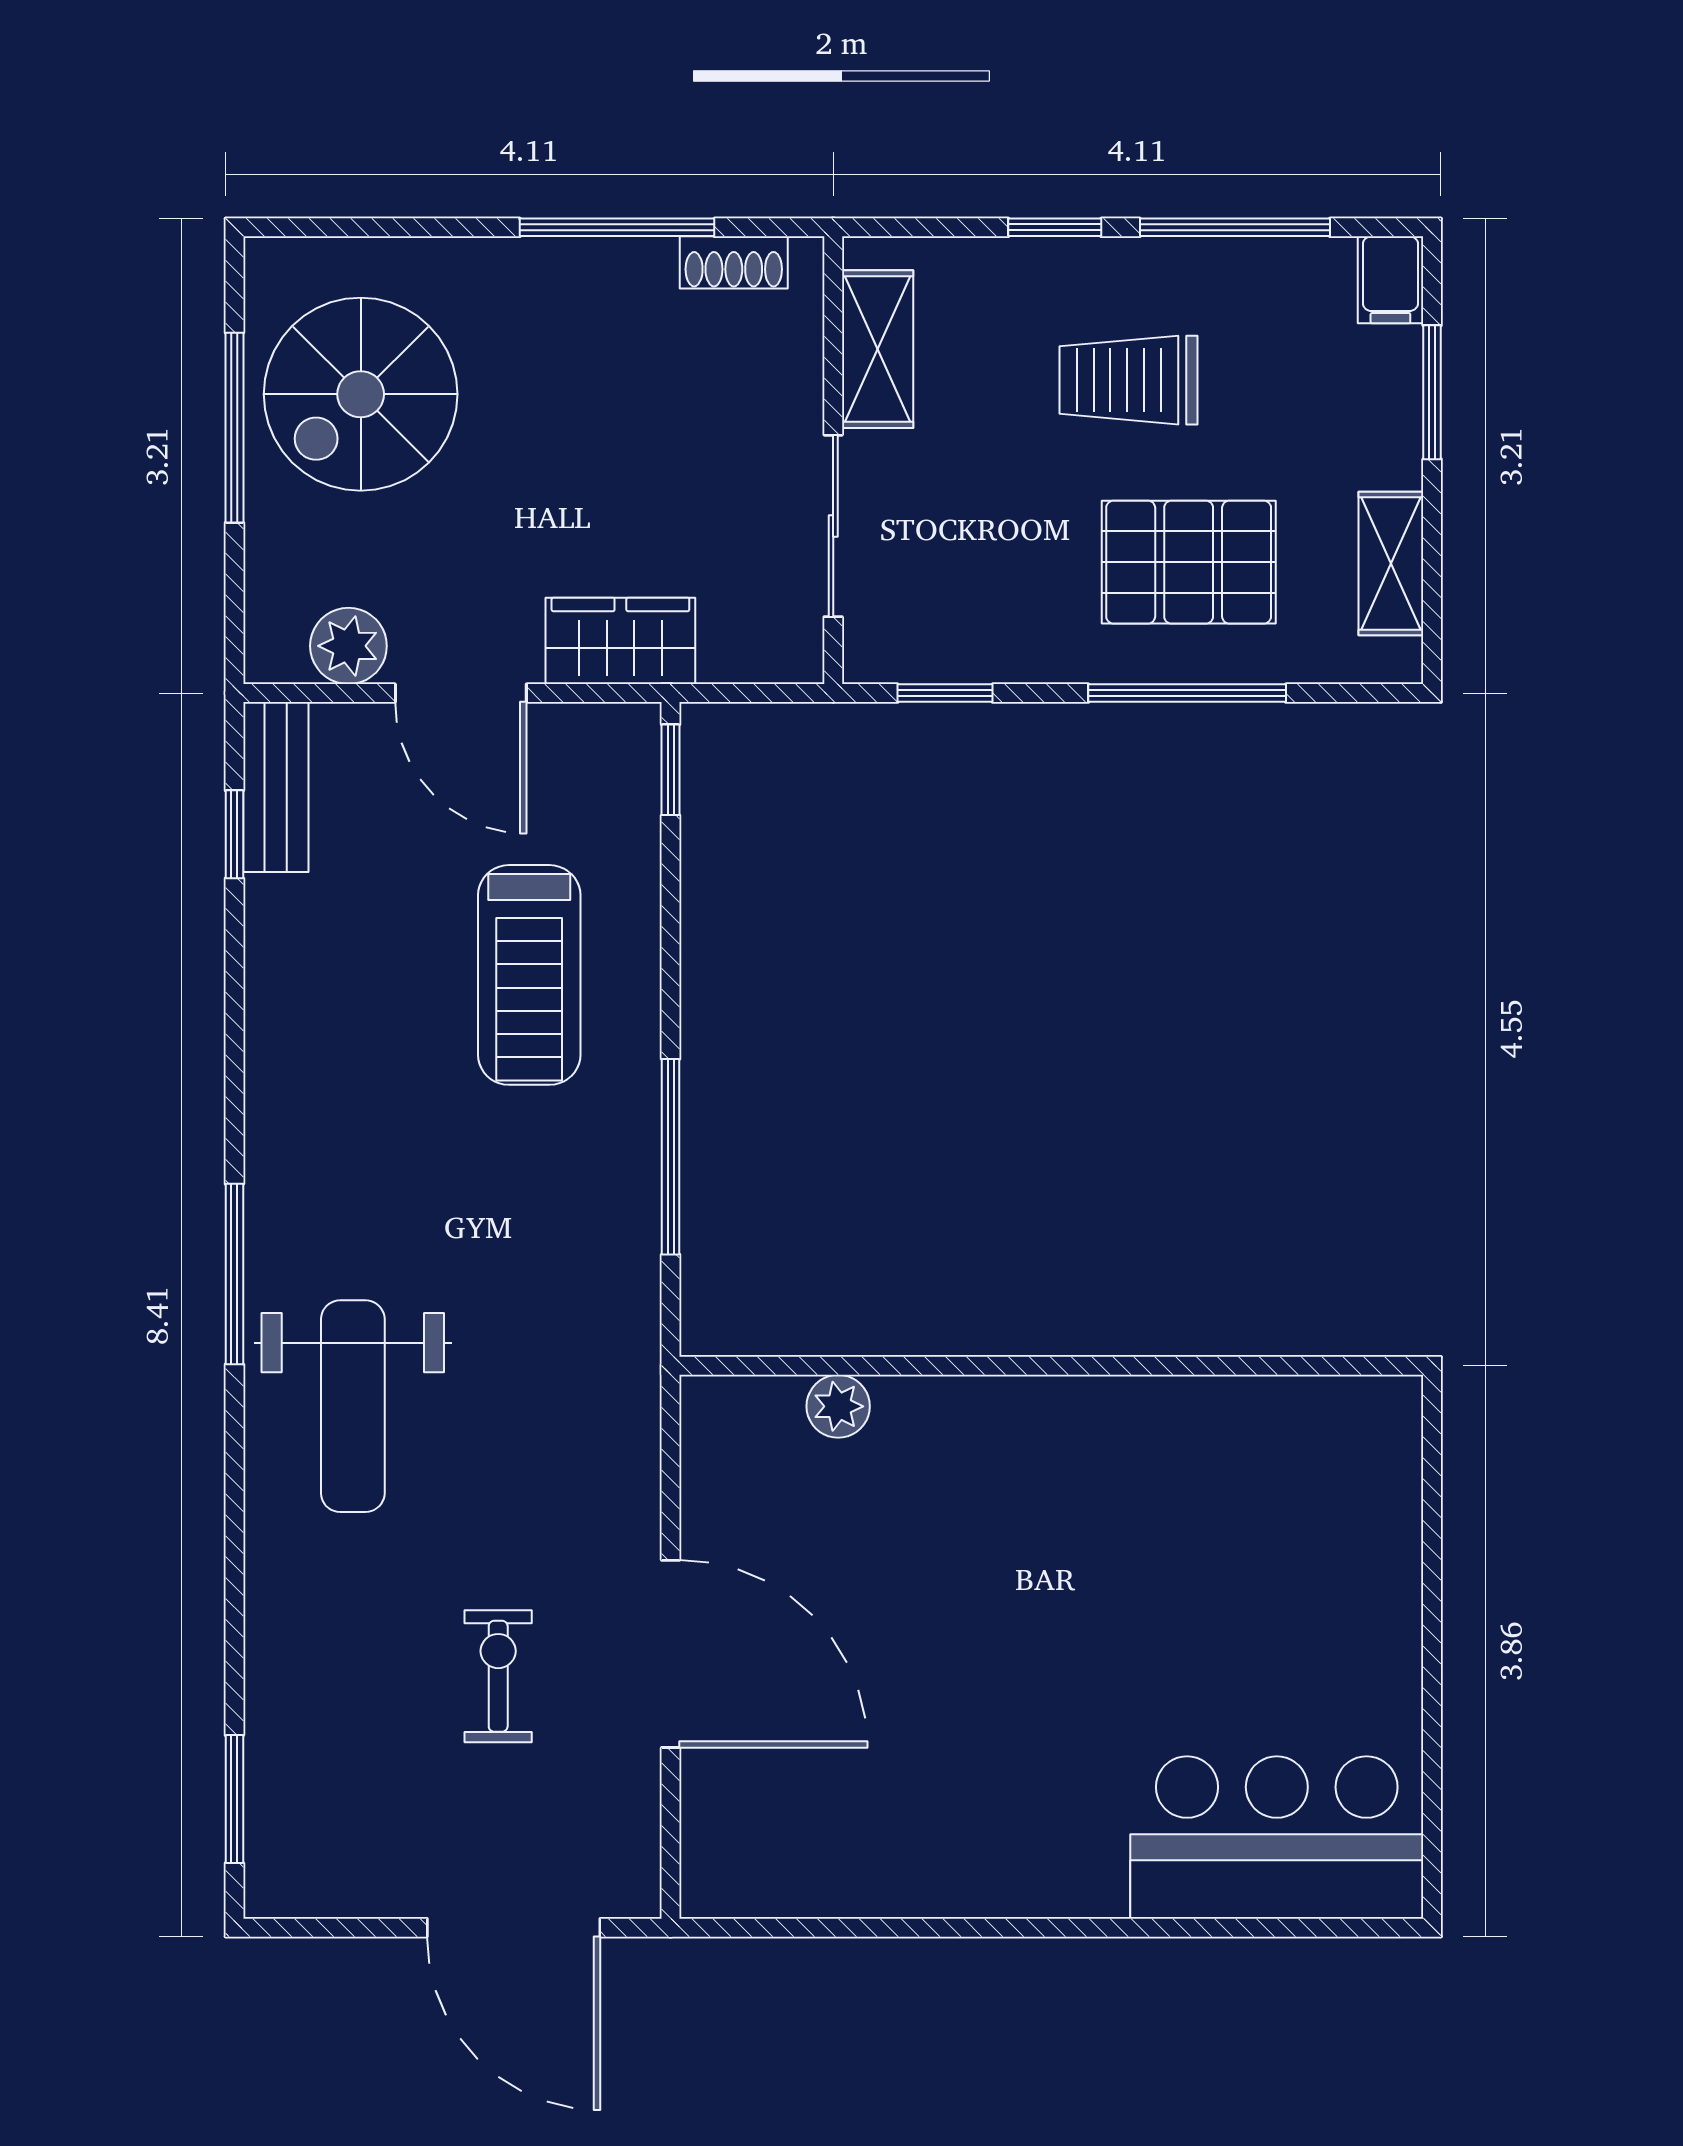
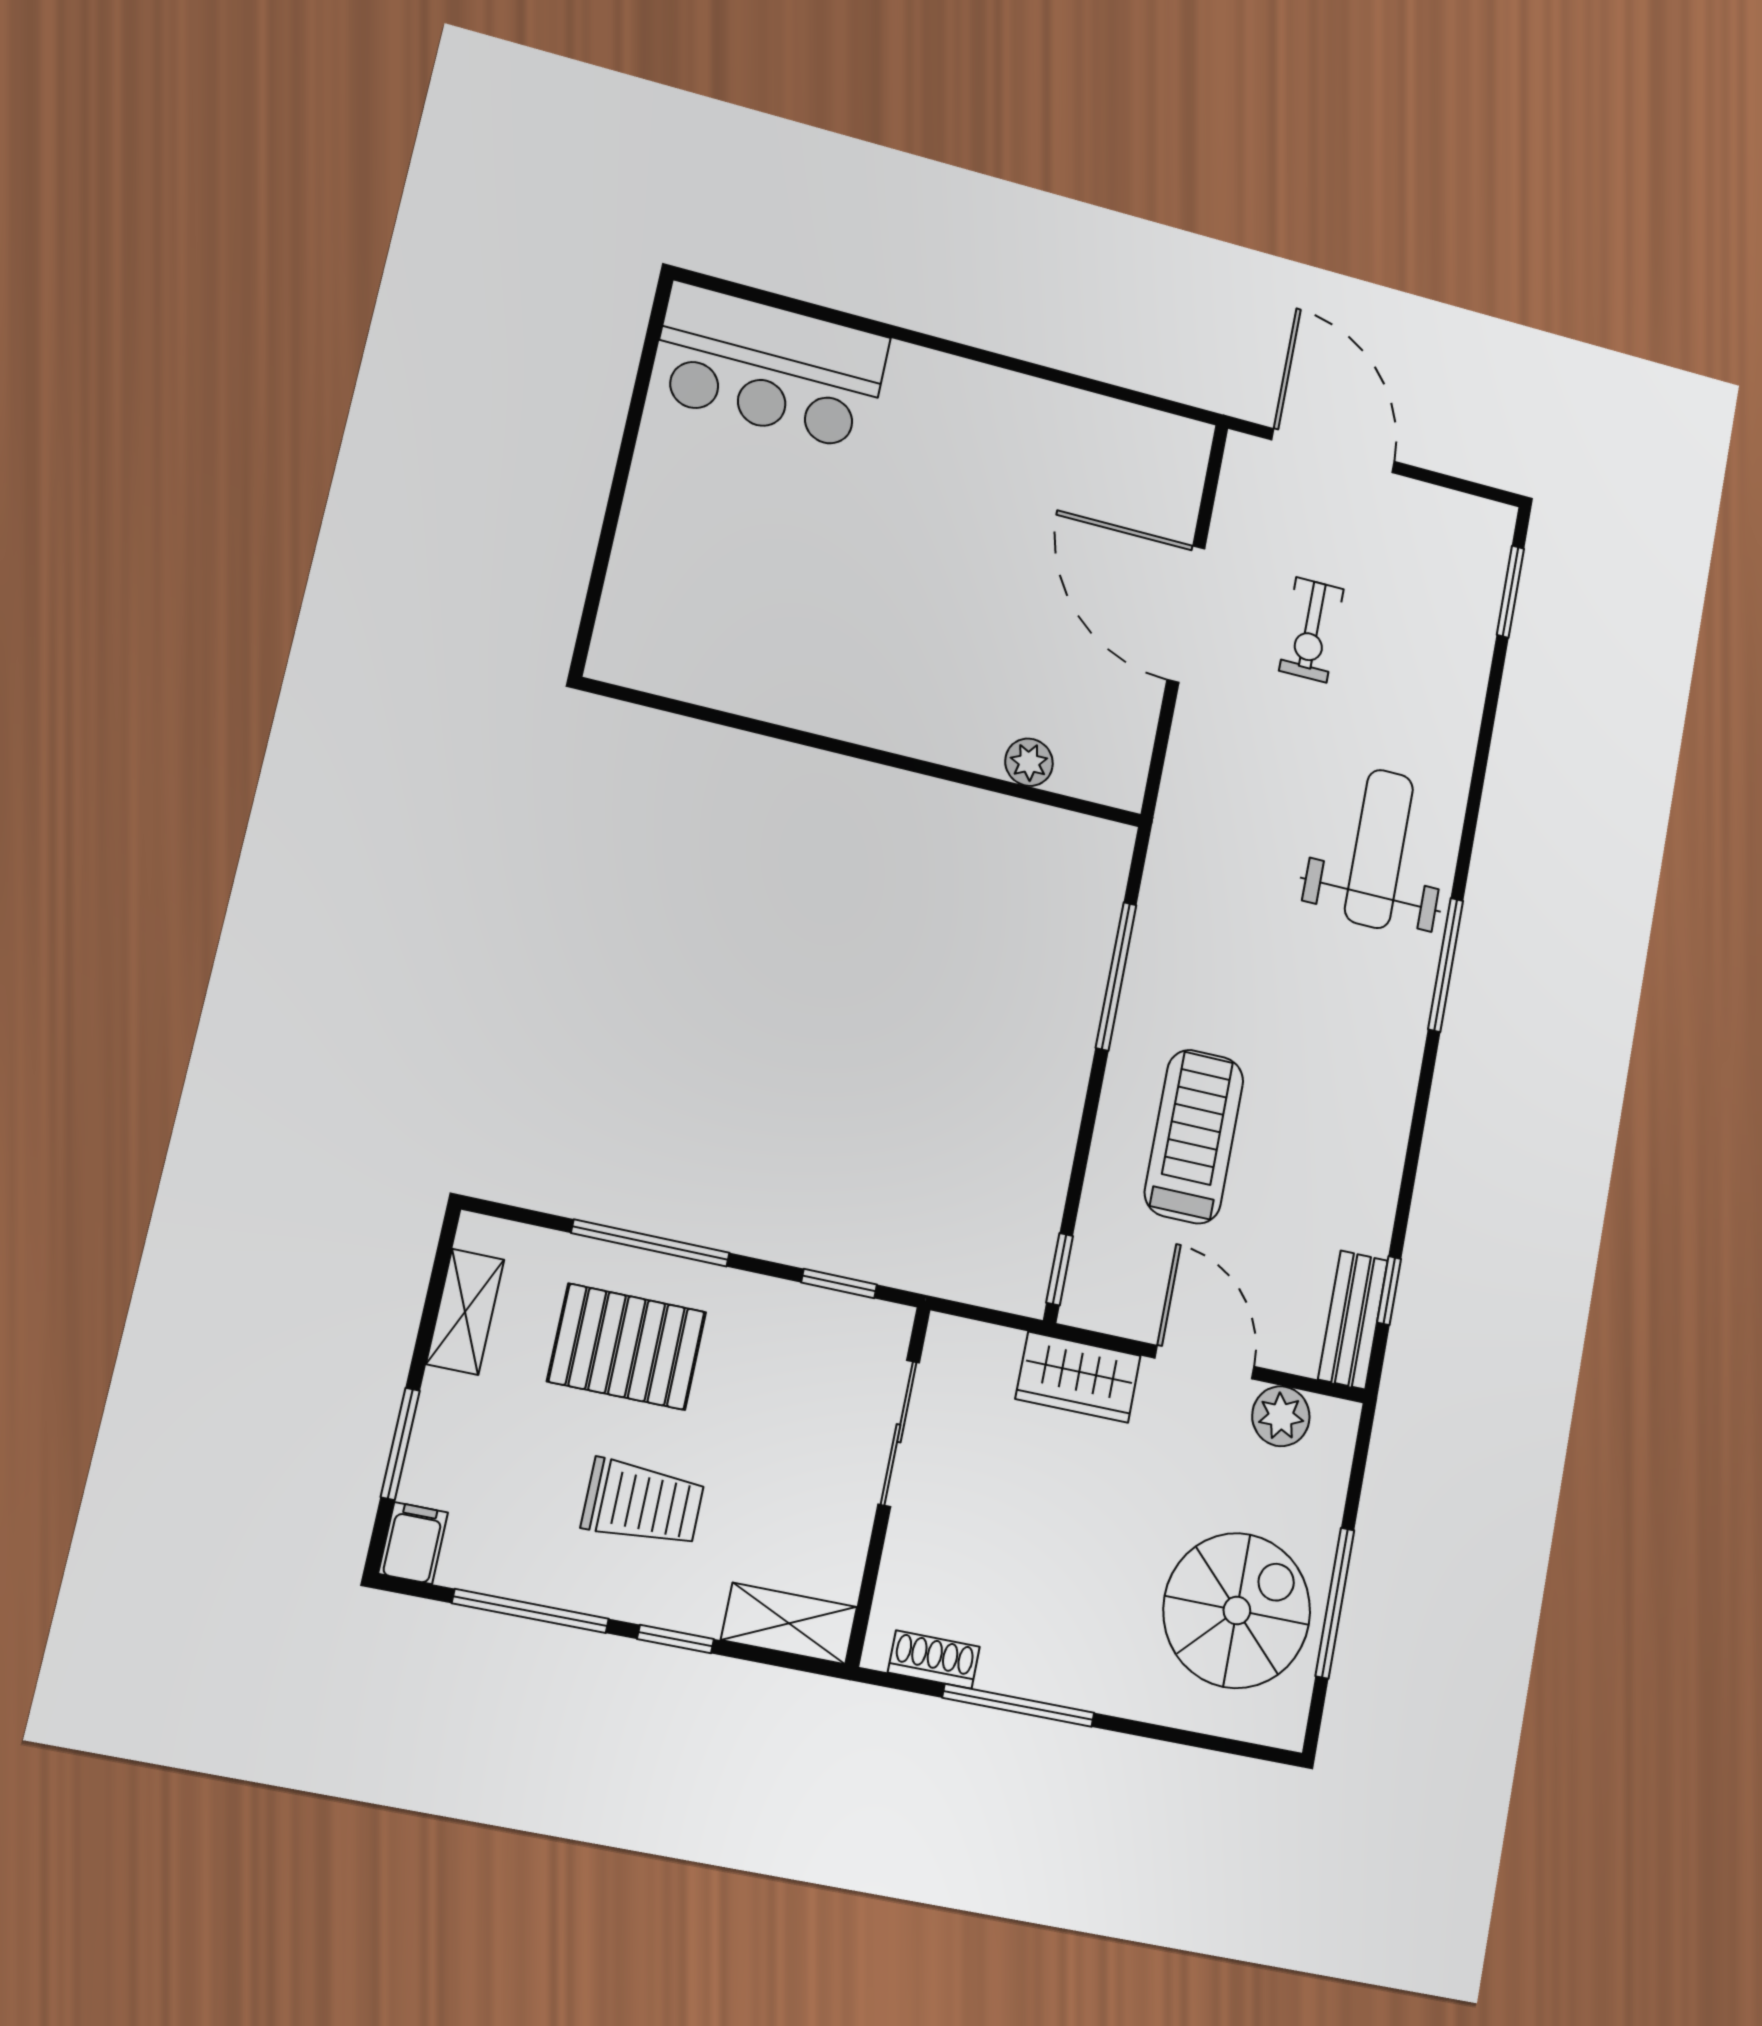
shelving: (878, 349) -> (789, 1623), moved, turned 90

